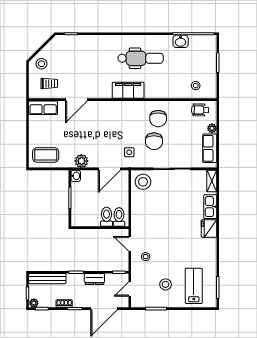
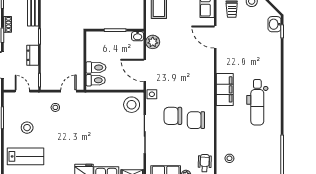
washbasin: (181, 41) -> (275, 24), moved
side table: (129, 152) -> (152, 94), moved

